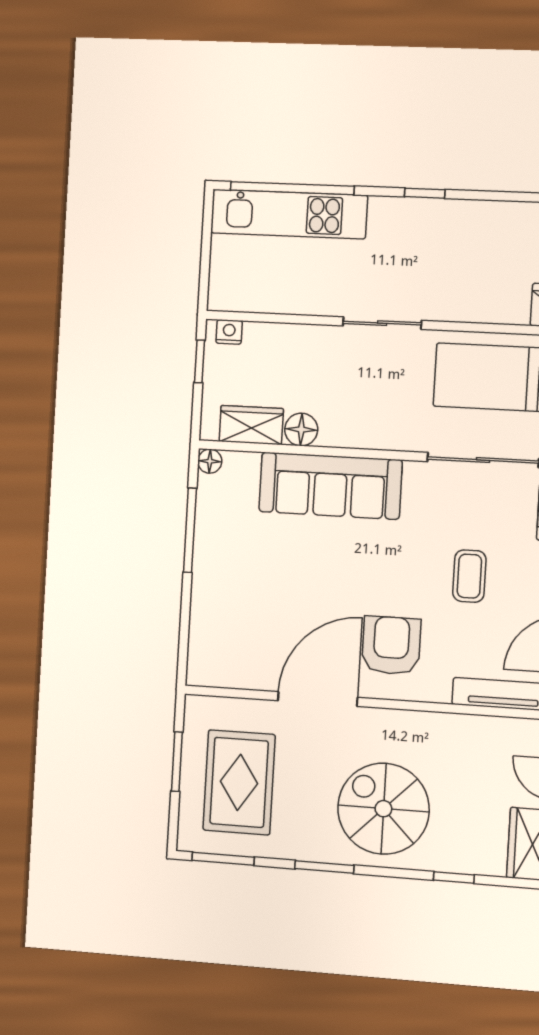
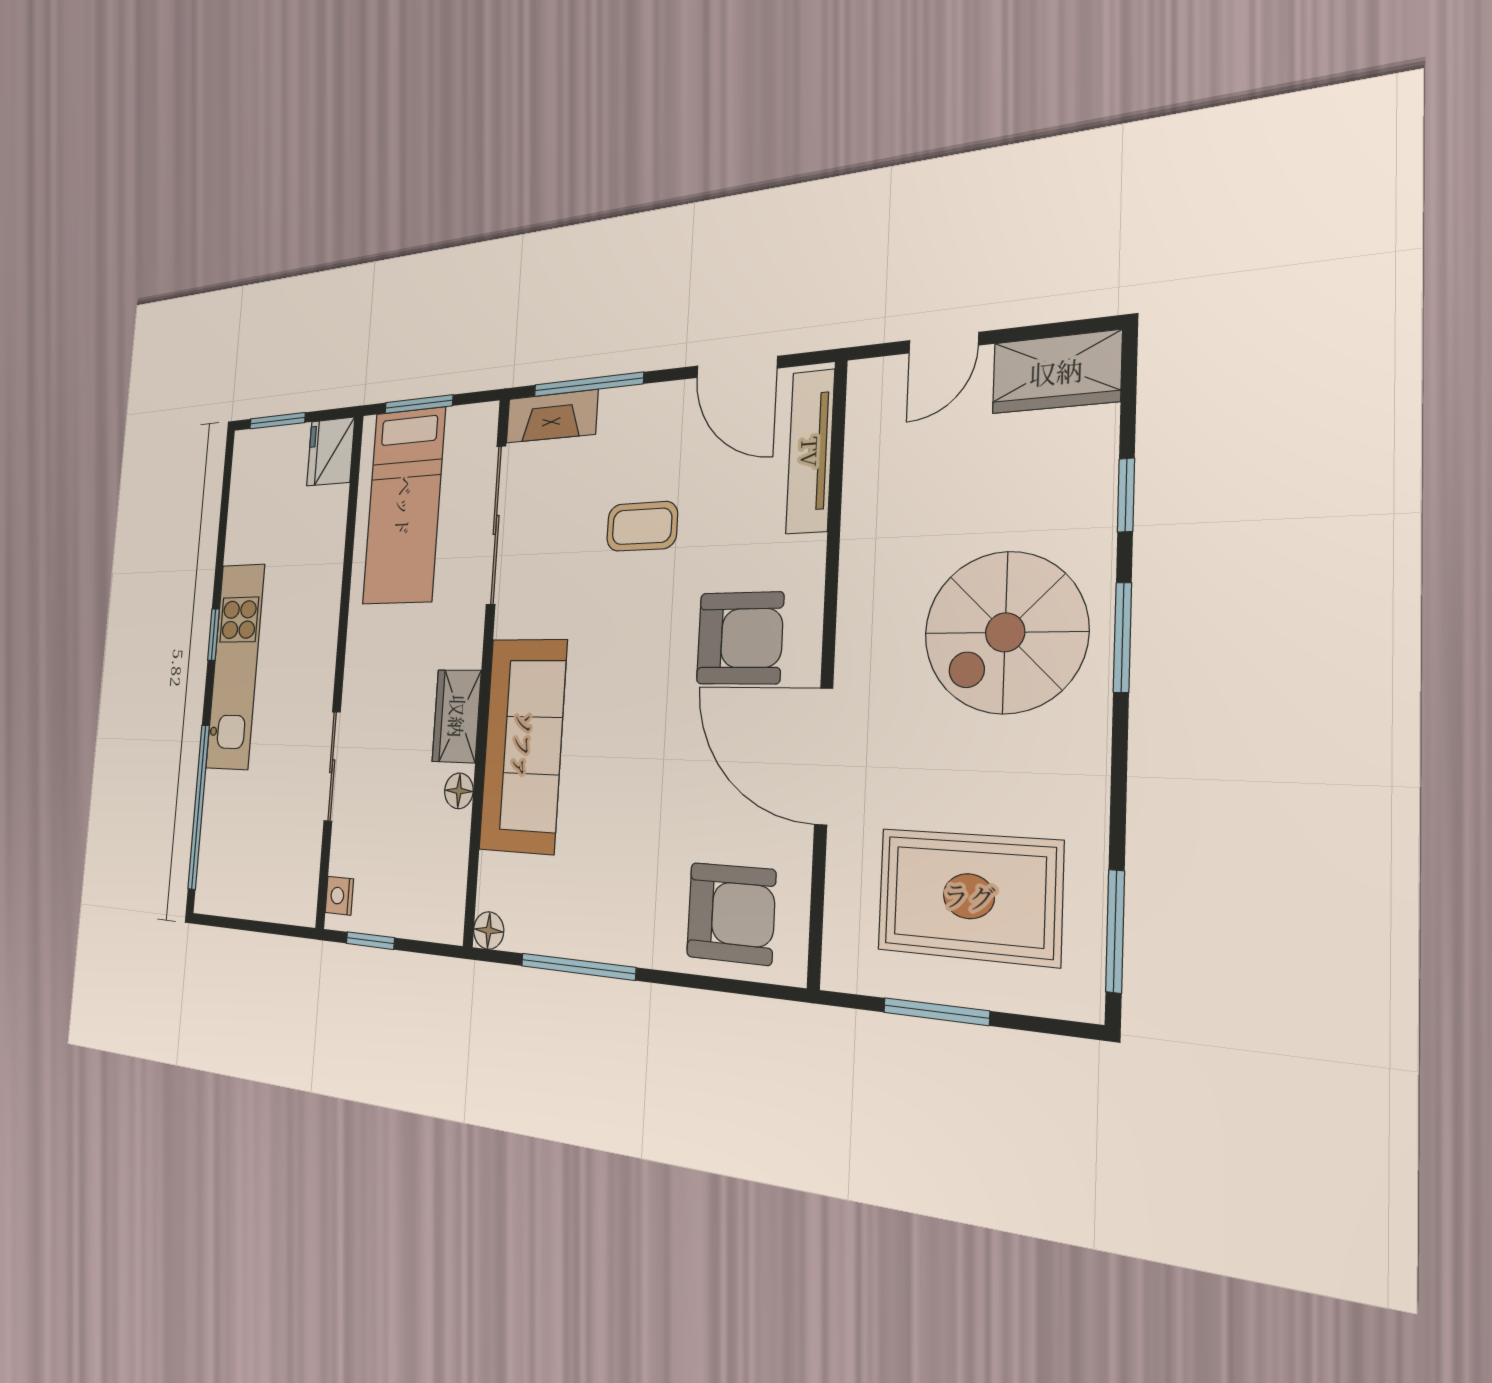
kitchen unit: (289, 214) -> (235, 666), moved
sliding door: (382, 323) -> (332, 766), moved
wardrobe: (251, 425) -> (457, 716), moved
floor lamp: (301, 430) -> (459, 791), width x0.73, depth x0.73
armchair: (226, 638) -> (731, 913), added
armchair: (391, 645) -> (740, 638), turned 180
window: (324, 867) -> (1122, 637), moved

